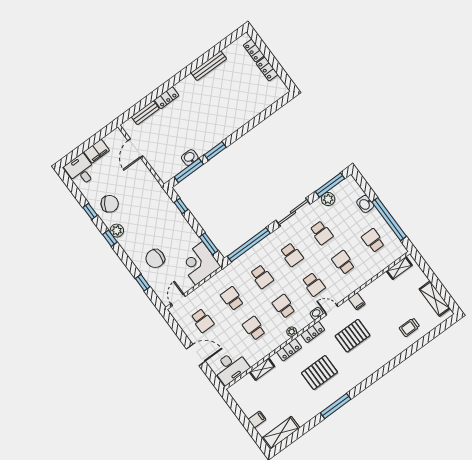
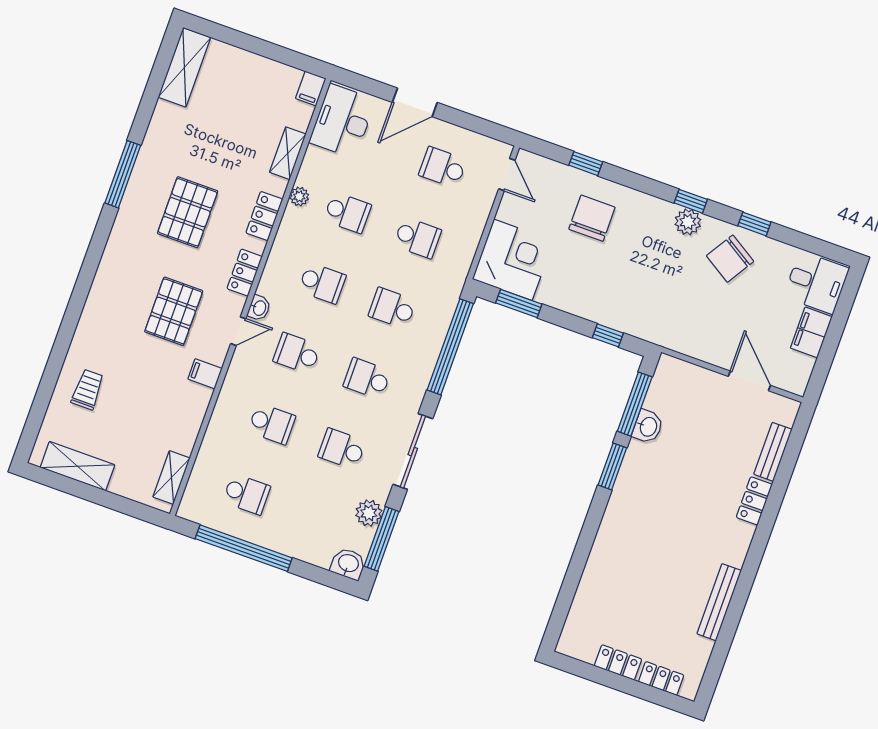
washbasin: (365, 204) -> (348, 564), moved
plant: (292, 332) -> (299, 196), moved
filing cabinet: (257, 419) -> (311, 88), moved

